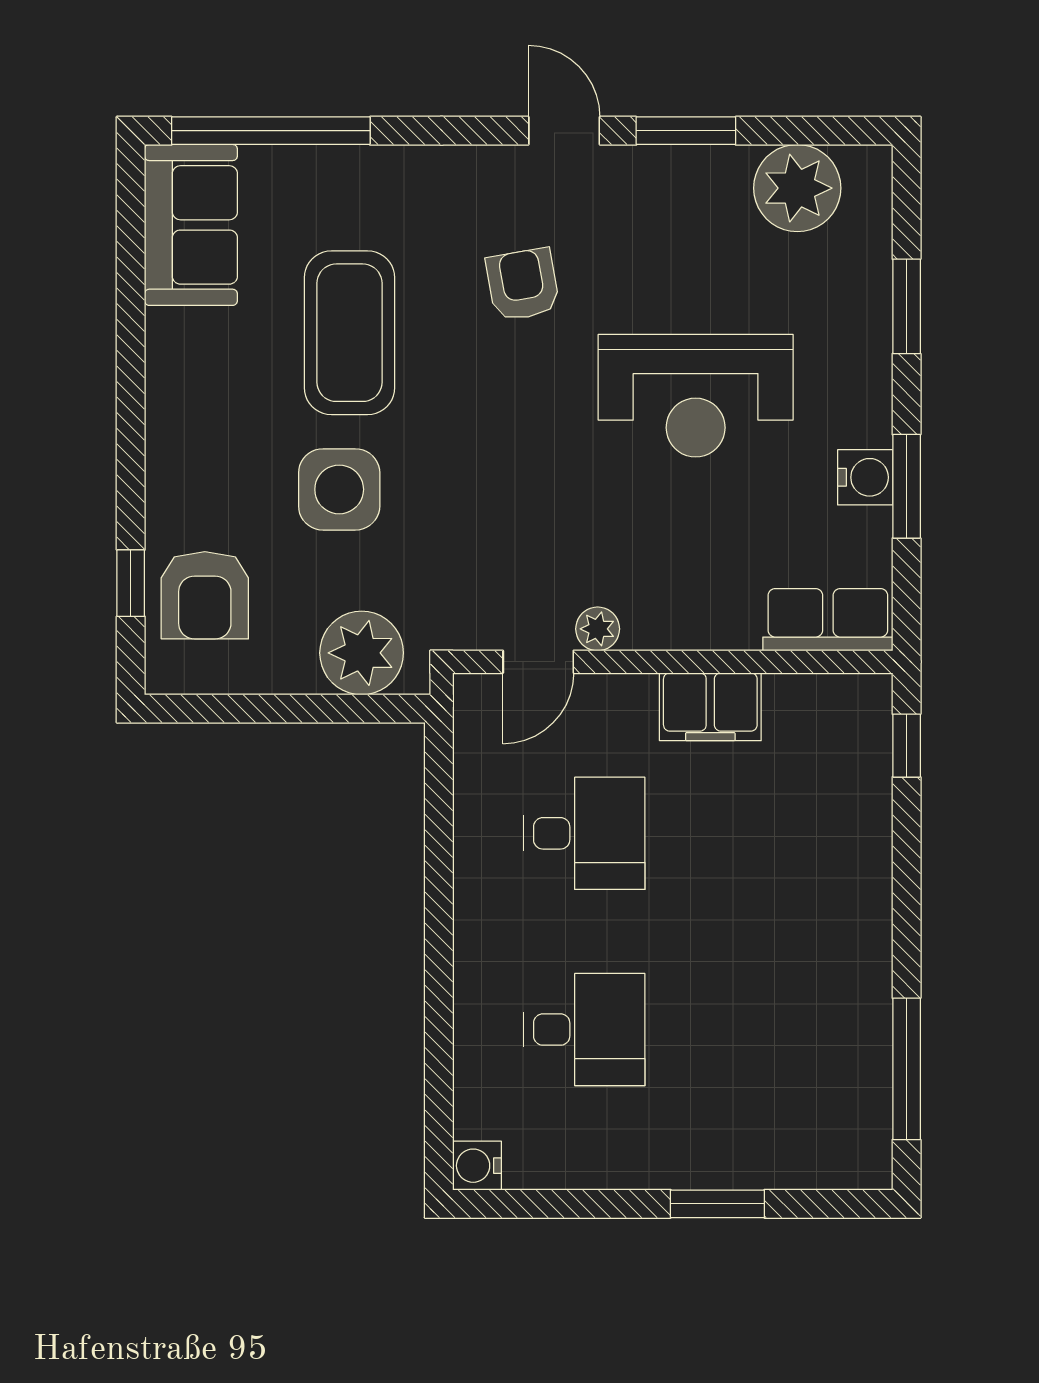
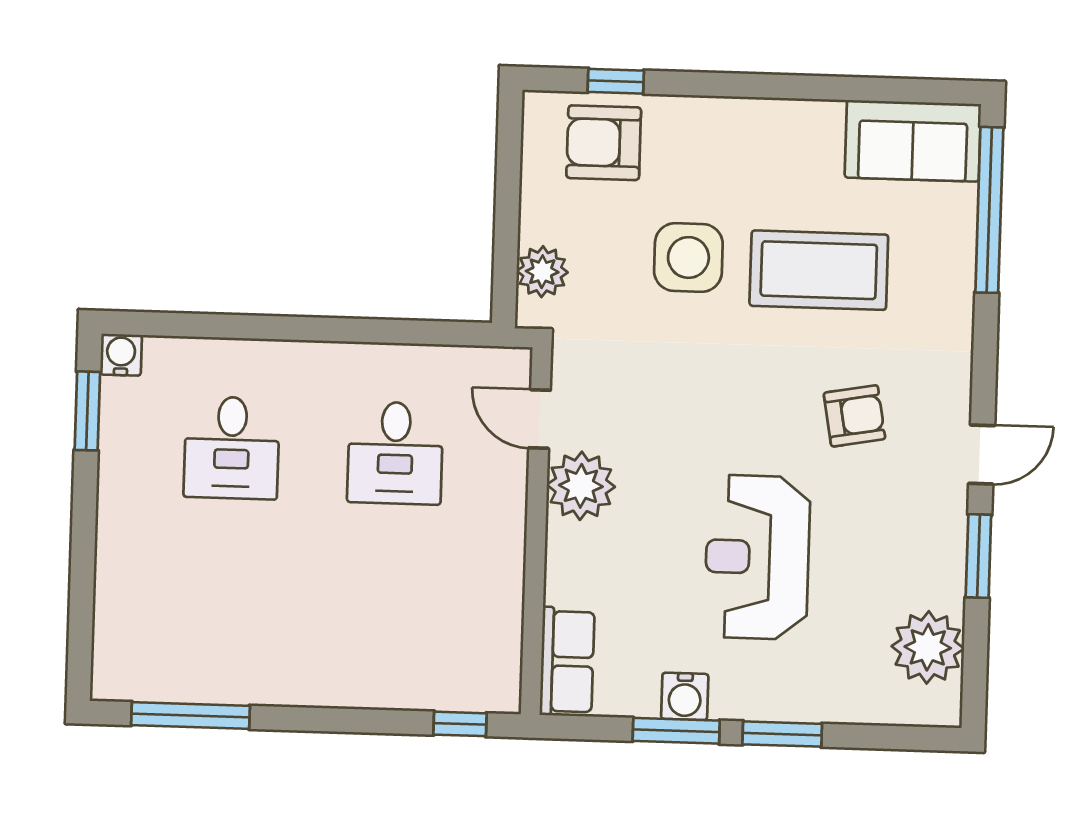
window: (907, 306) -> (782, 734), moved
plant: (598, 629) -> (581, 486), width x1.88, depth x1.88
plant: (362, 653) -> (542, 272), width x0.73, depth x0.73
filing cabinet: (710, 707) -> (498, 561), removed
window: (717, 1204) -> (87, 411), moved

